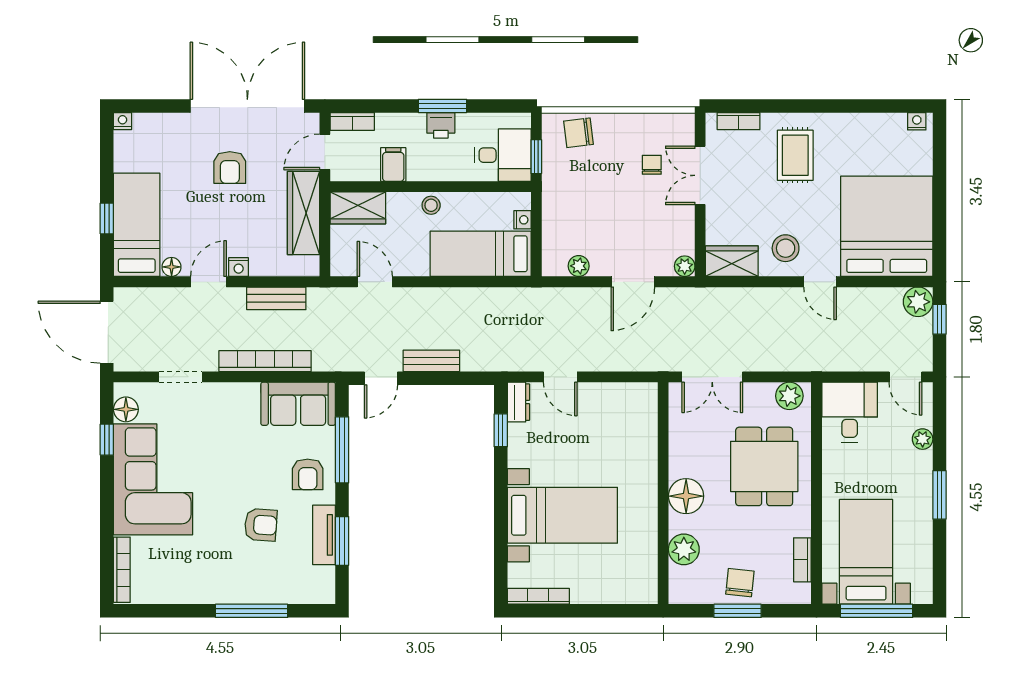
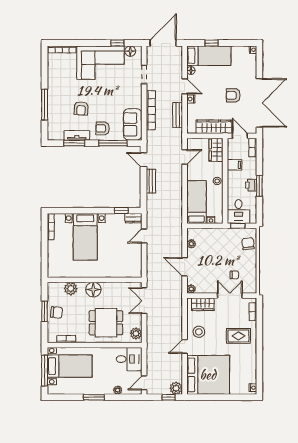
wardrobe: (732, 261) -> (203, 304), moved, turned 90

